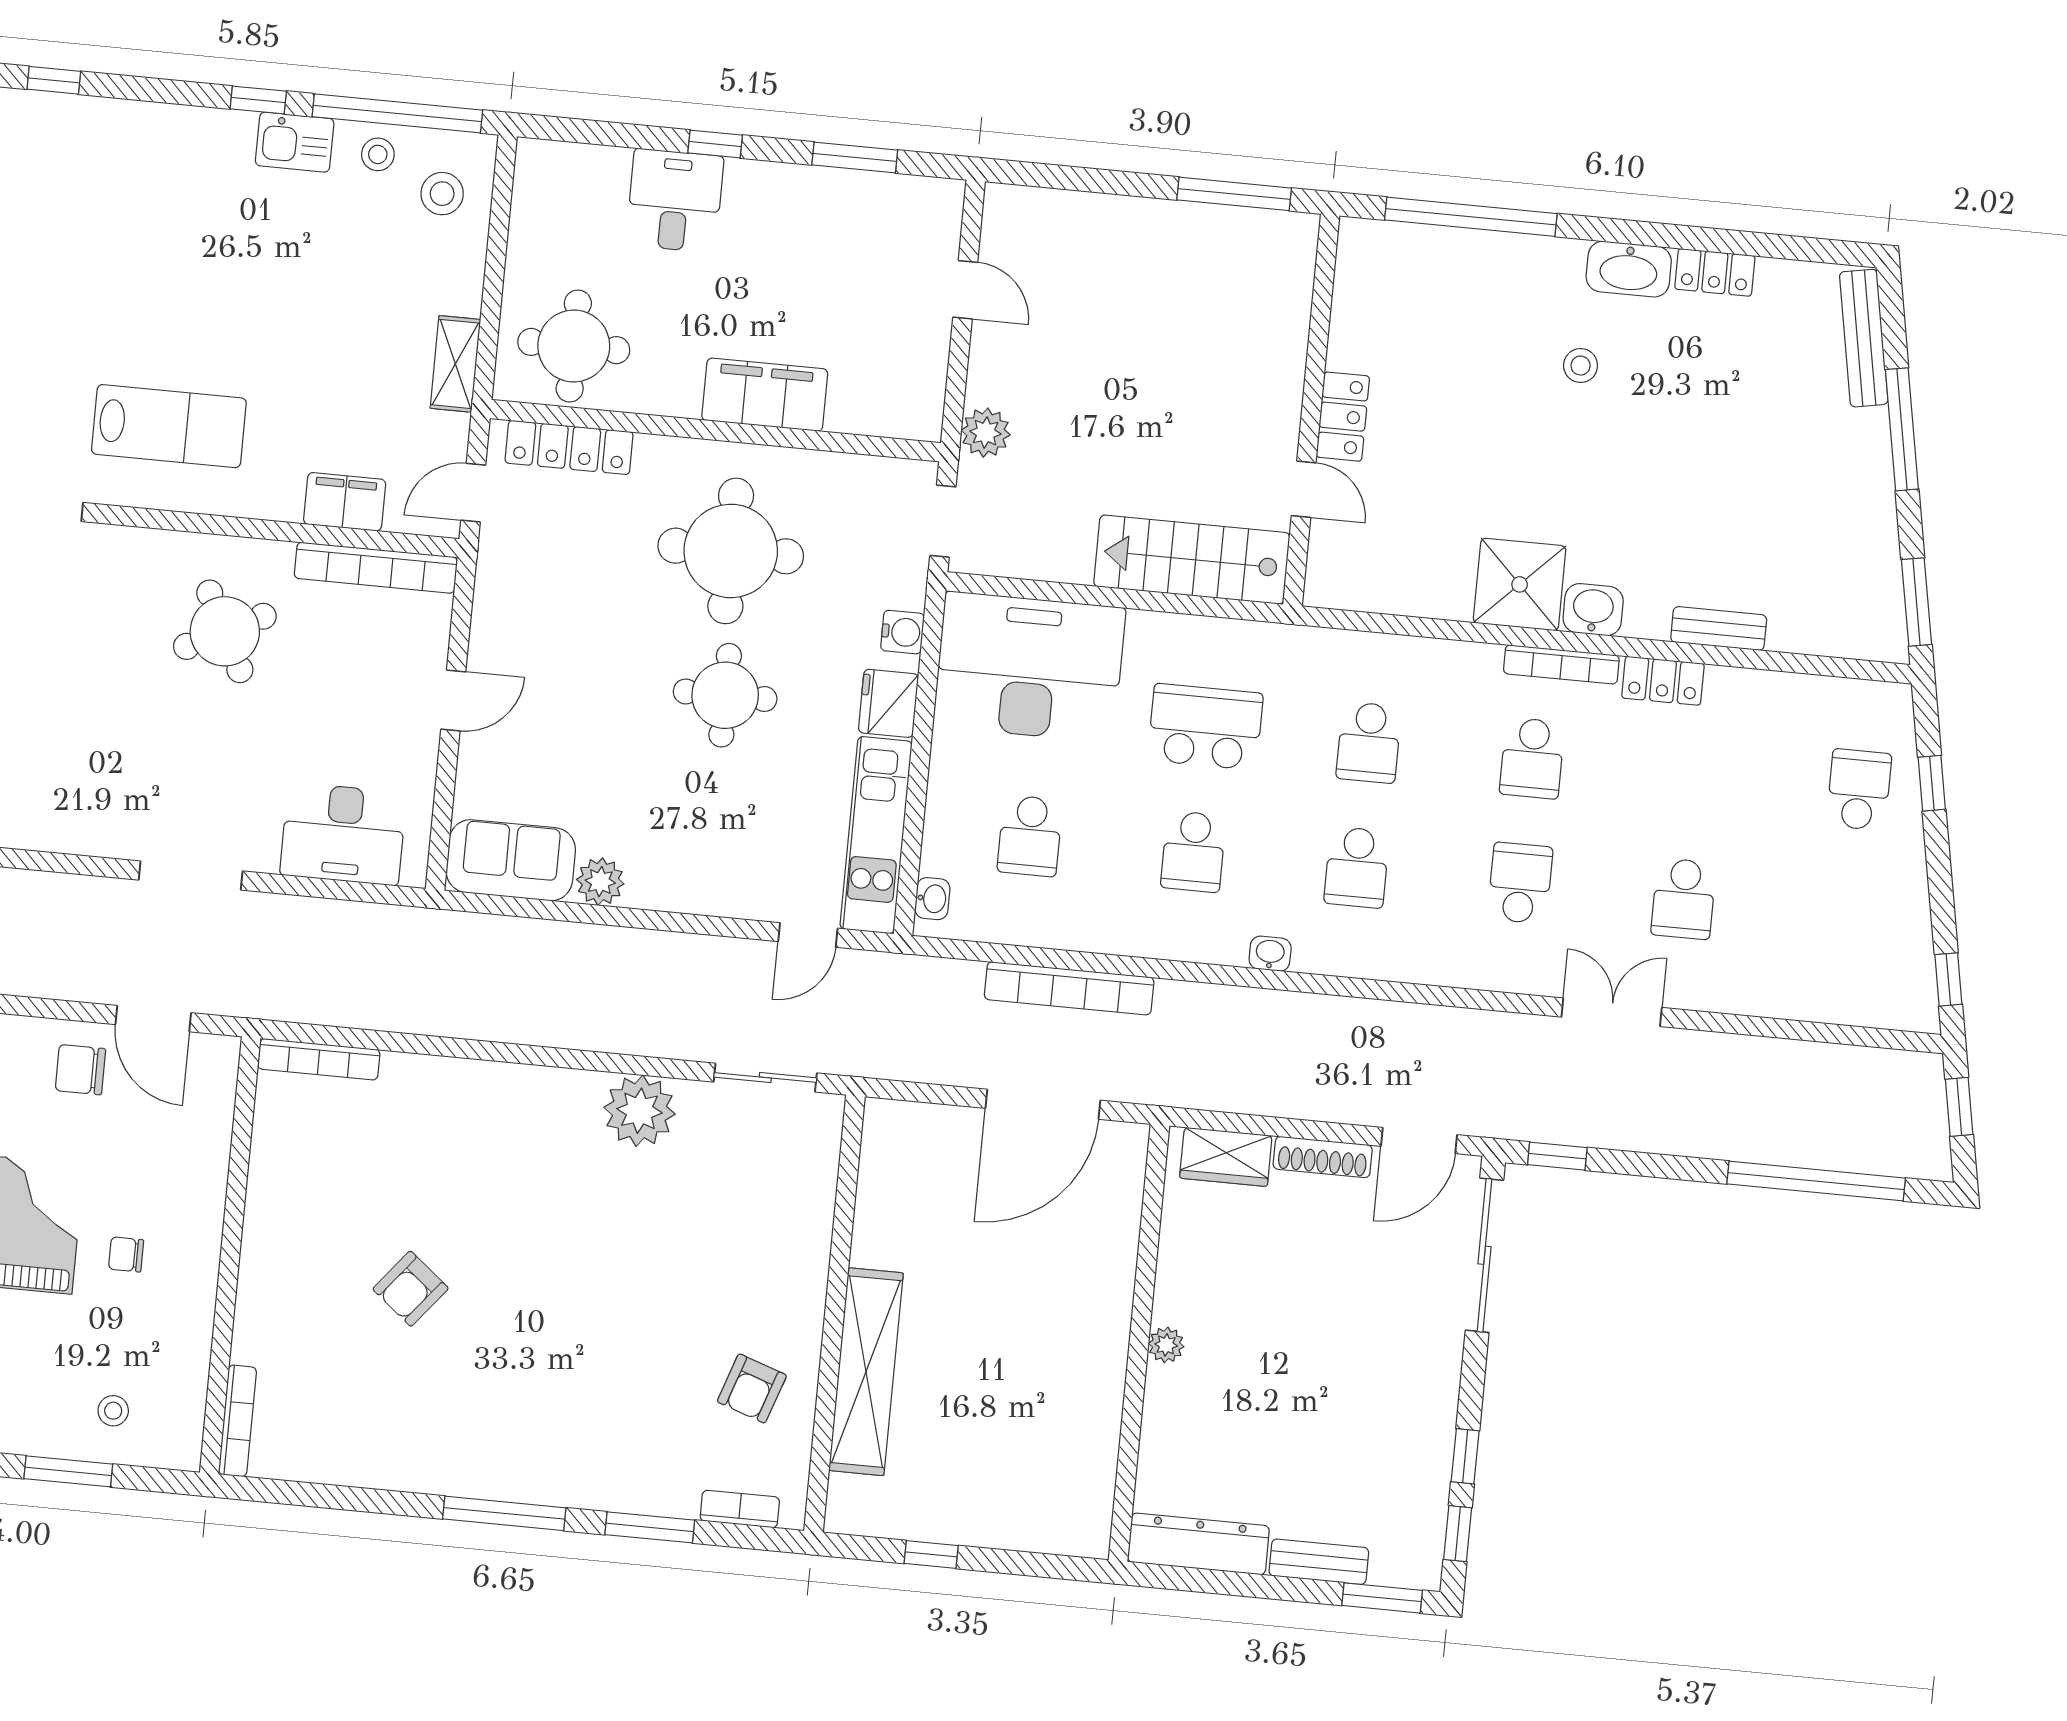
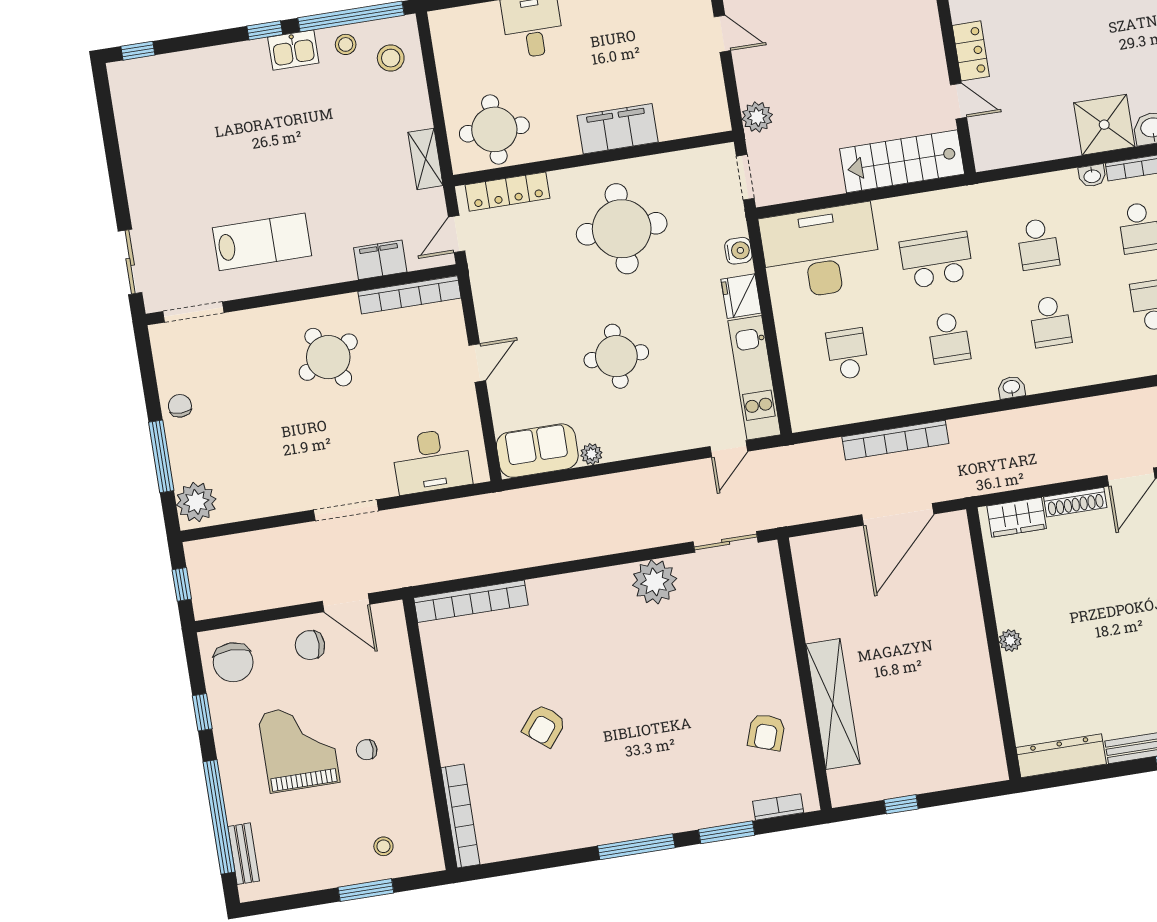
round table: (725, 695) -> (616, 356), moved
school desk: (1030, 836) -> (848, 354), turned 180
plant: (600, 882) -> (591, 454), width x0.73, depth x0.73
washbasin: (932, 899) -> (1092, 176), moved, turned 90
bookcase: (319, 1059) -> (471, 601), width x1.48, depth x1.31
bookcase: (238, 1421) -> (460, 816), width x1.48, depth x1.31

